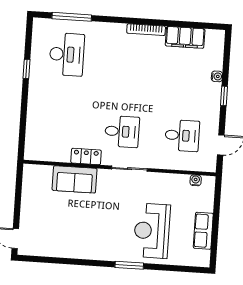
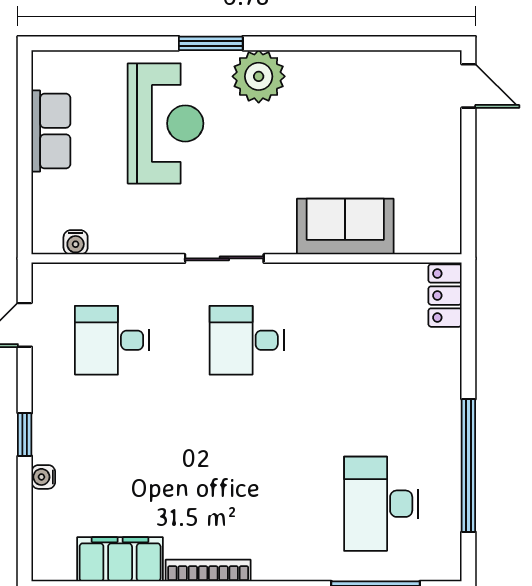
window: (27, 69) -> (468, 466), width x3.17
locker: (86, 156) -> (445, 296), moved, turned 90
plant: (109, 249) -> (259, 76), added

